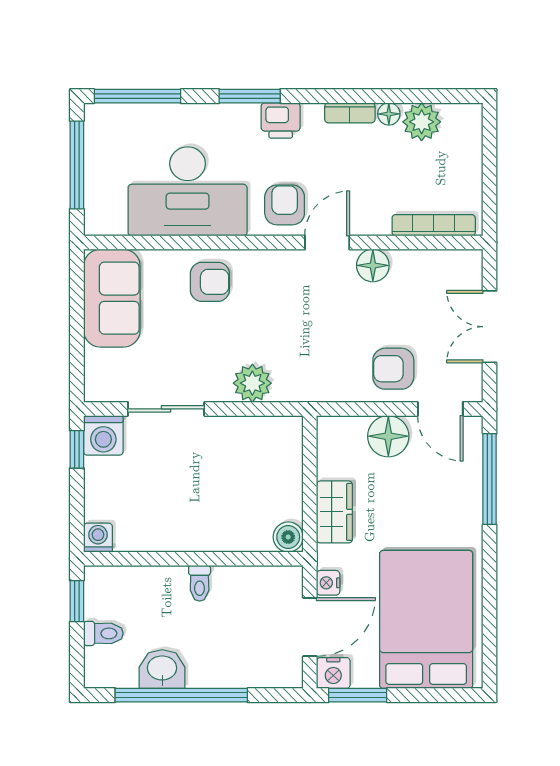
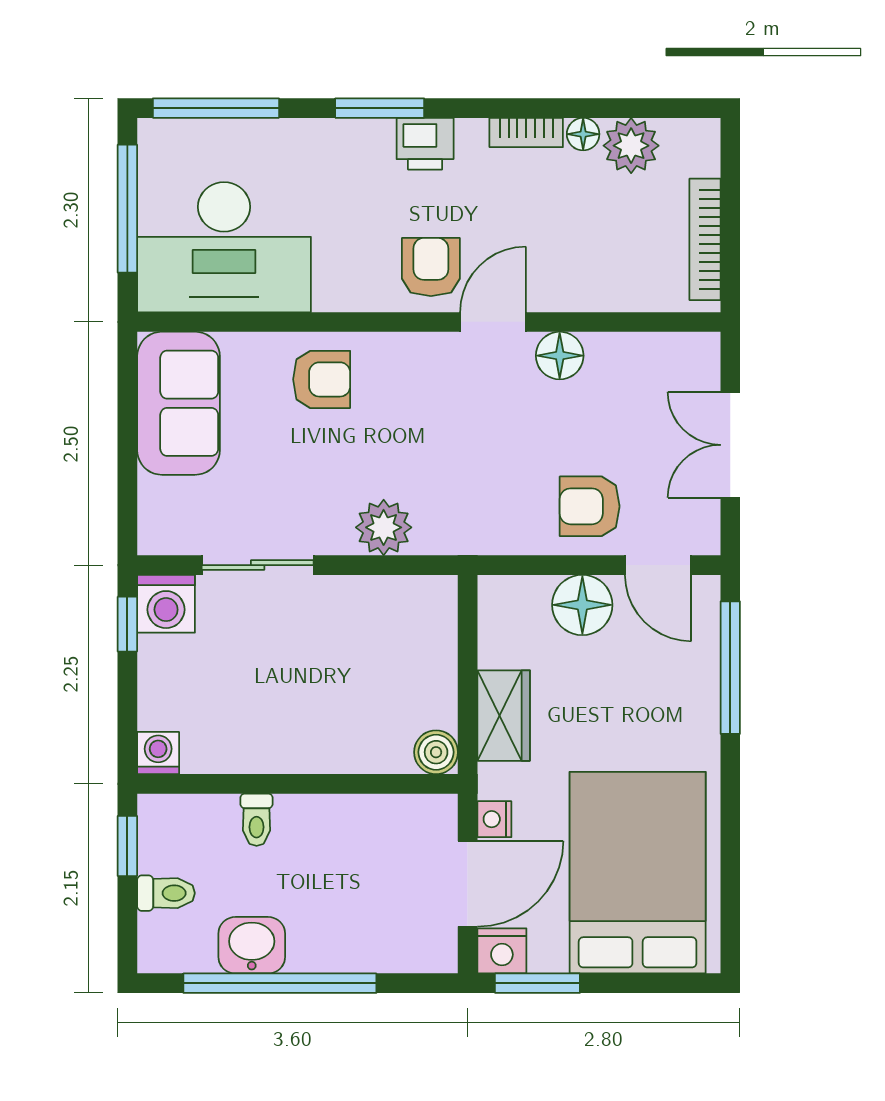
desk: (188, 191) -> (224, 247), moved
bookcase: (434, 225) -> (705, 239), moved, turned -90
toilet: (200, 583) -> (257, 820), moved

